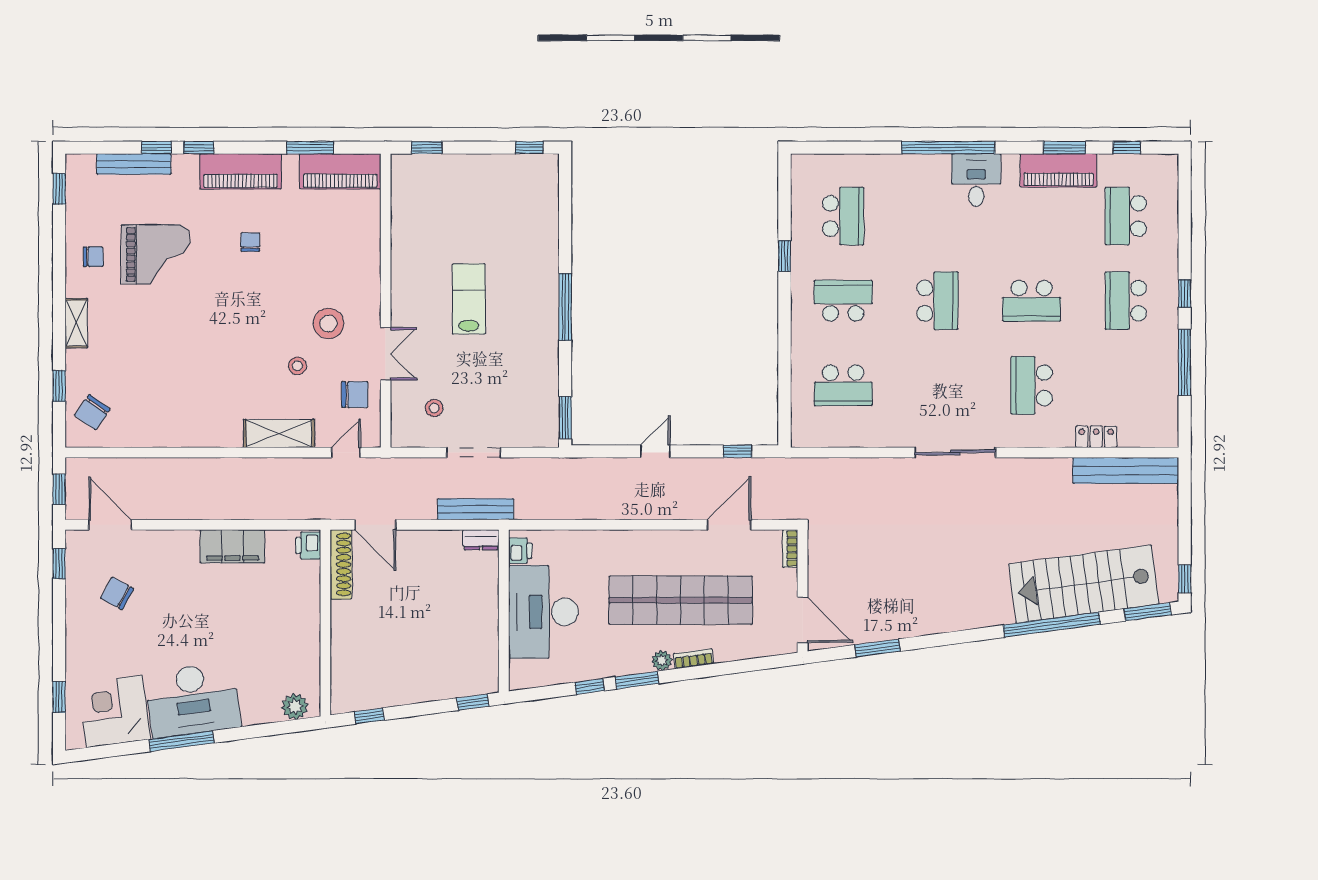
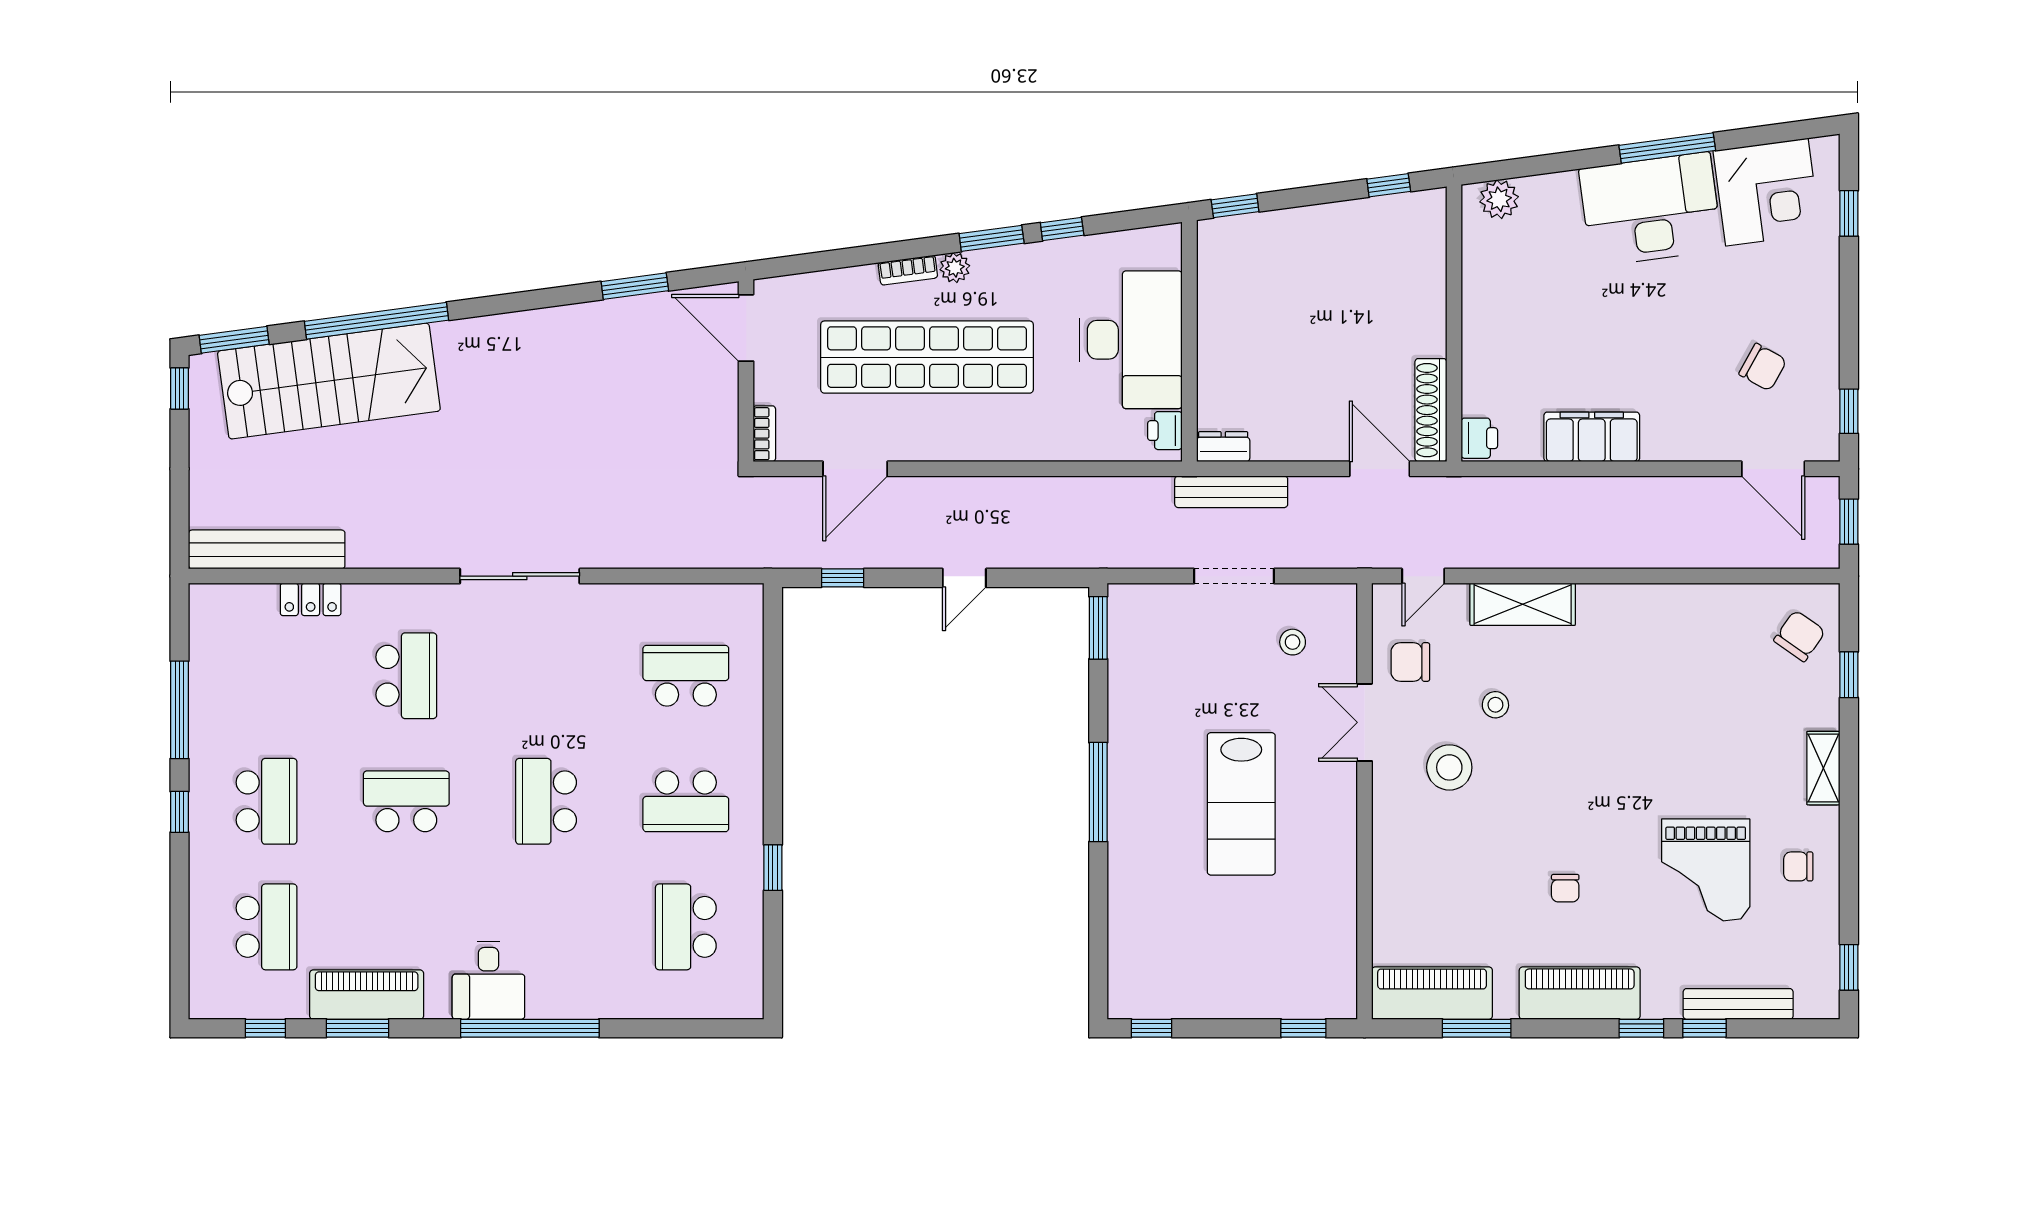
grand piano: (156, 254) -> (1706, 870), turned -90
lab bench: (469, 299) -> (1241, 804), width x1.36, depth x1.39

